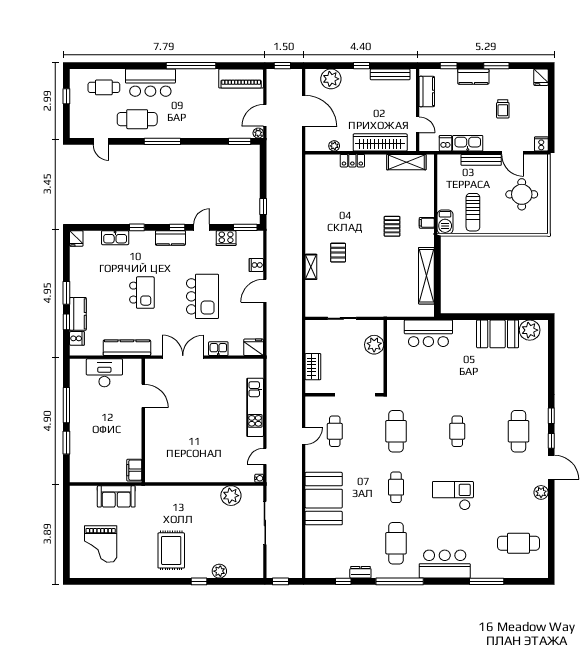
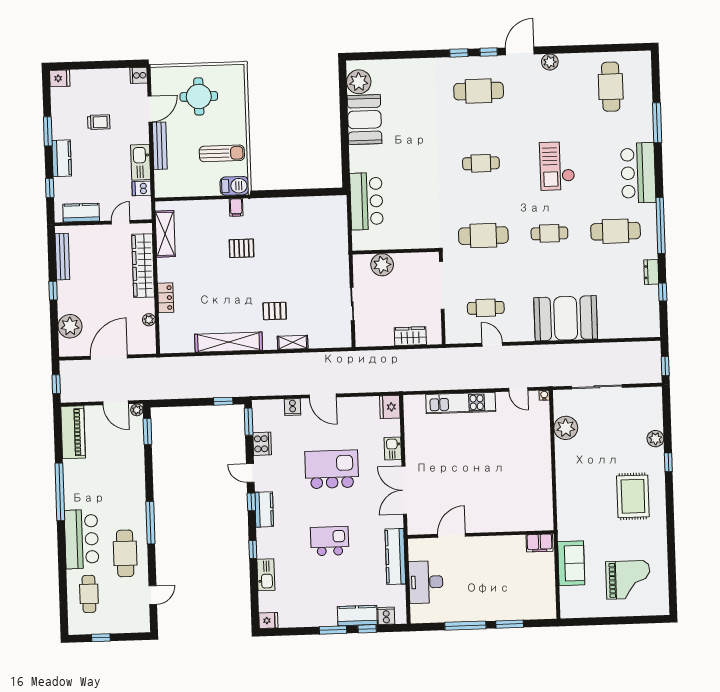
shelving: (426, 276) -> (229, 342), moved
rug: (171, 550) -> (633, 496), turned 90

